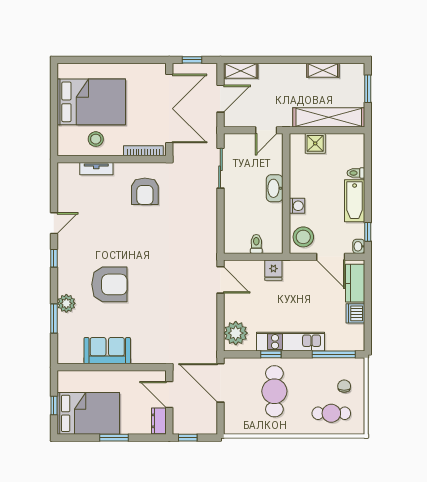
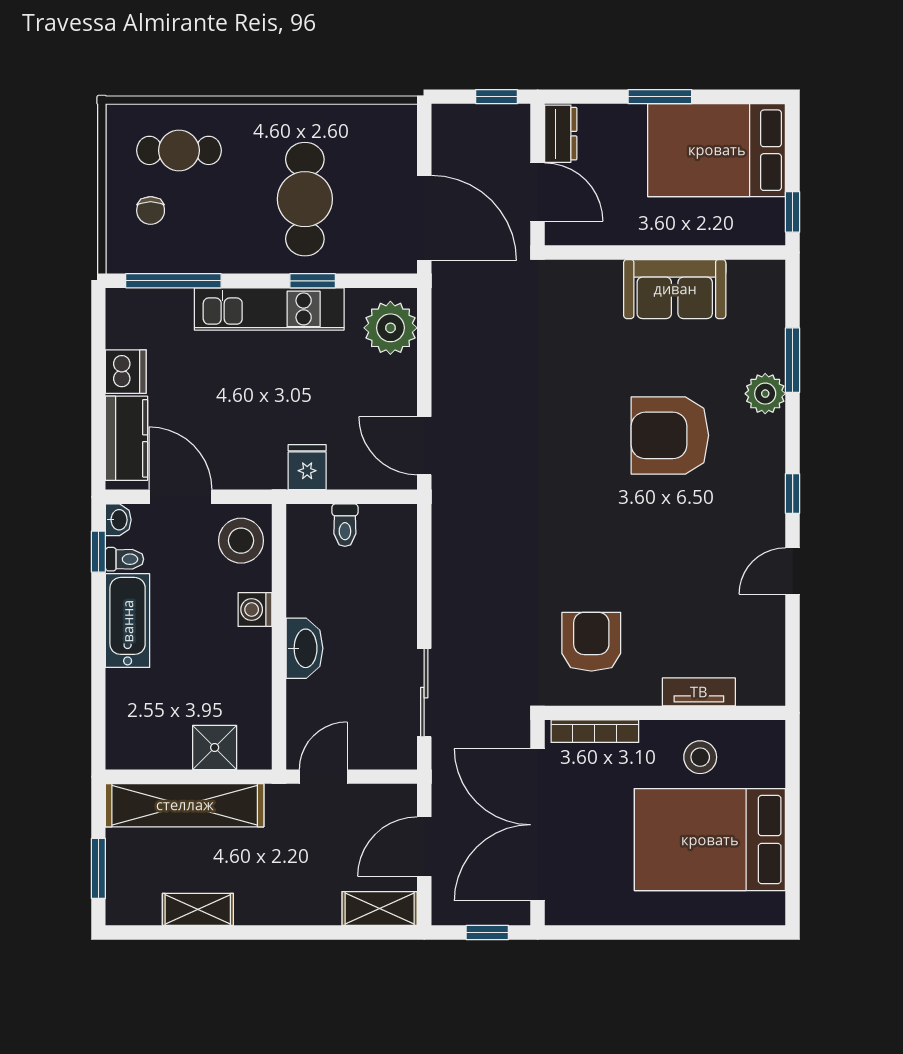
toilet: (356, 173) -> (125, 559), moved
window: (54, 406) -> (793, 212), moved

